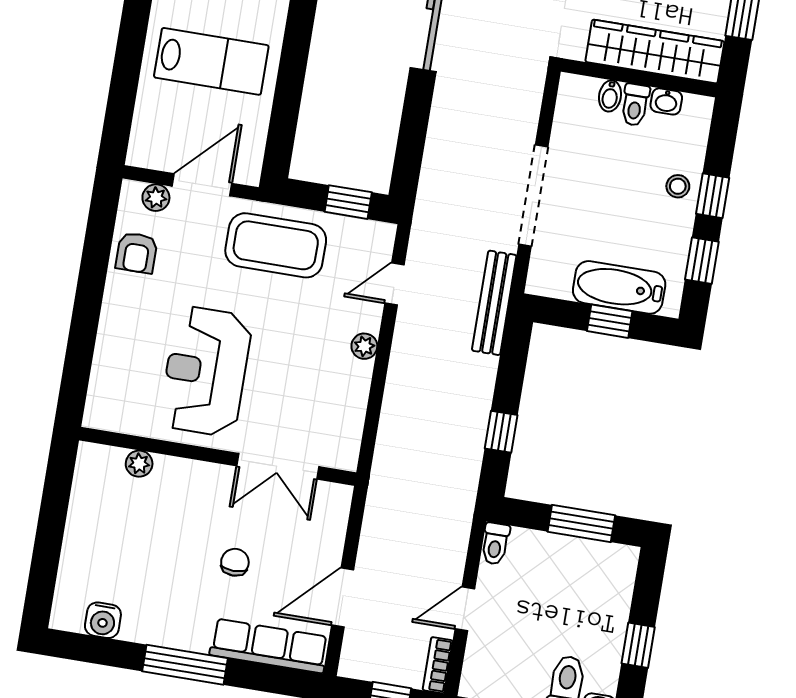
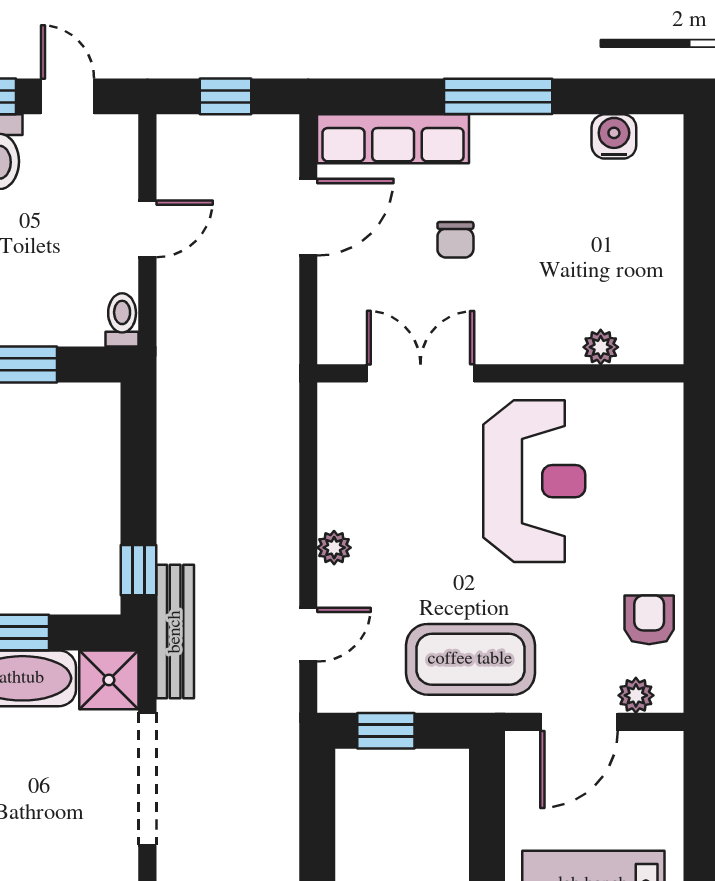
shower: (550, 275) -> (109, 680), added
window: (501, 432) -> (138, 570), moved
bookcase: (438, 665) -> (171, 150), removed

